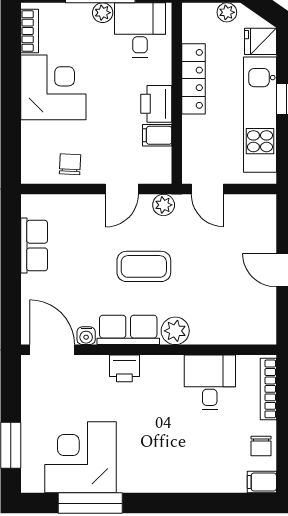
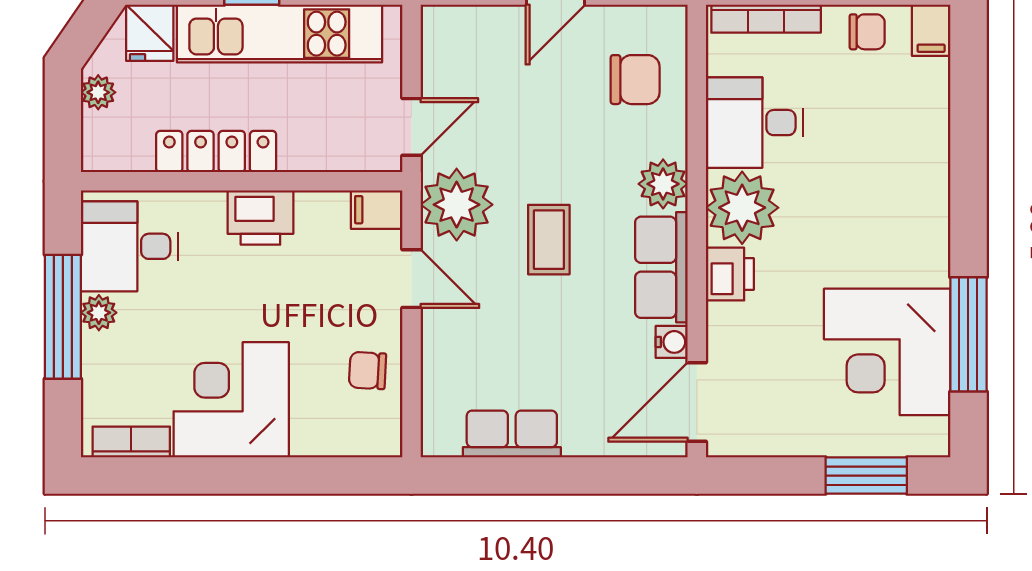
filing cabinet: (157, 135) -> (377, 210), moved, turned 90
plant: (164, 205) -> (457, 205), width x1.88, depth x1.88
coffee table: (144, 266) -> (549, 240), width x0.73, depth x0.77
chair: (234, 315) -> (635, 80), added
plant: (162, 375) -> (742, 208), added

